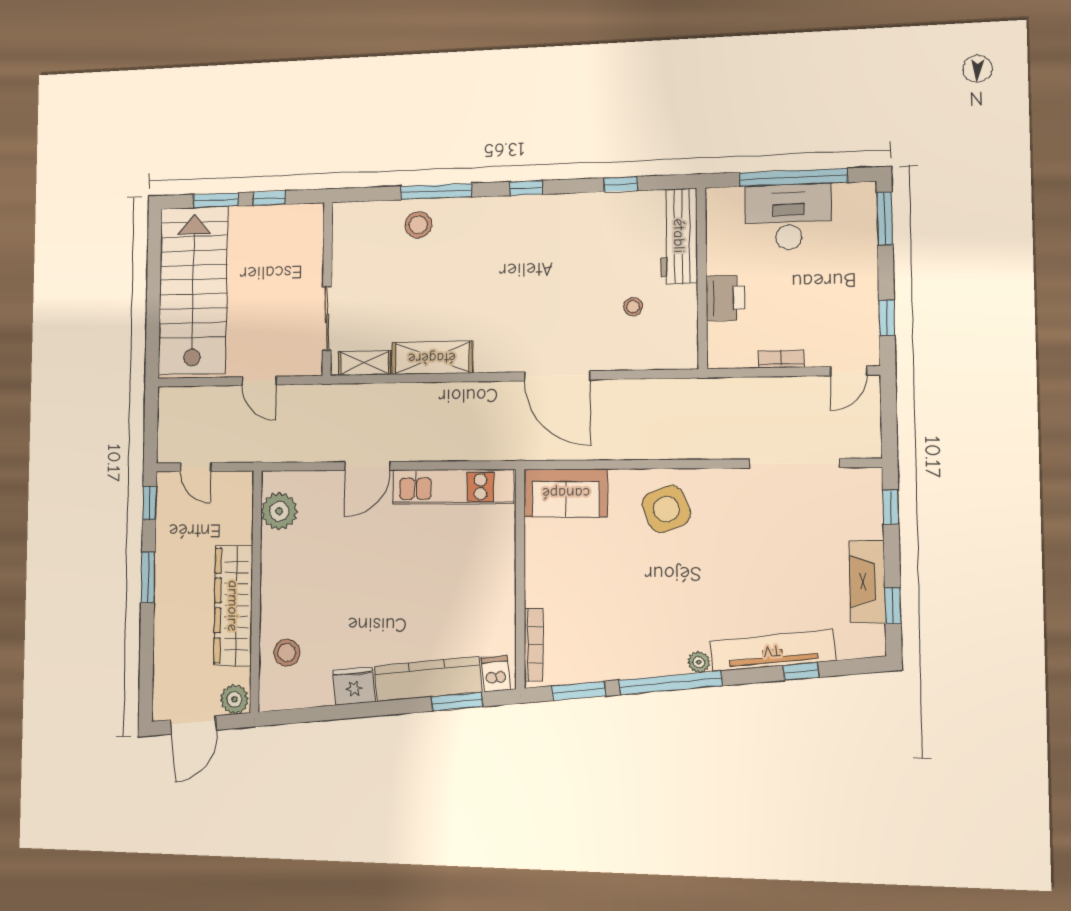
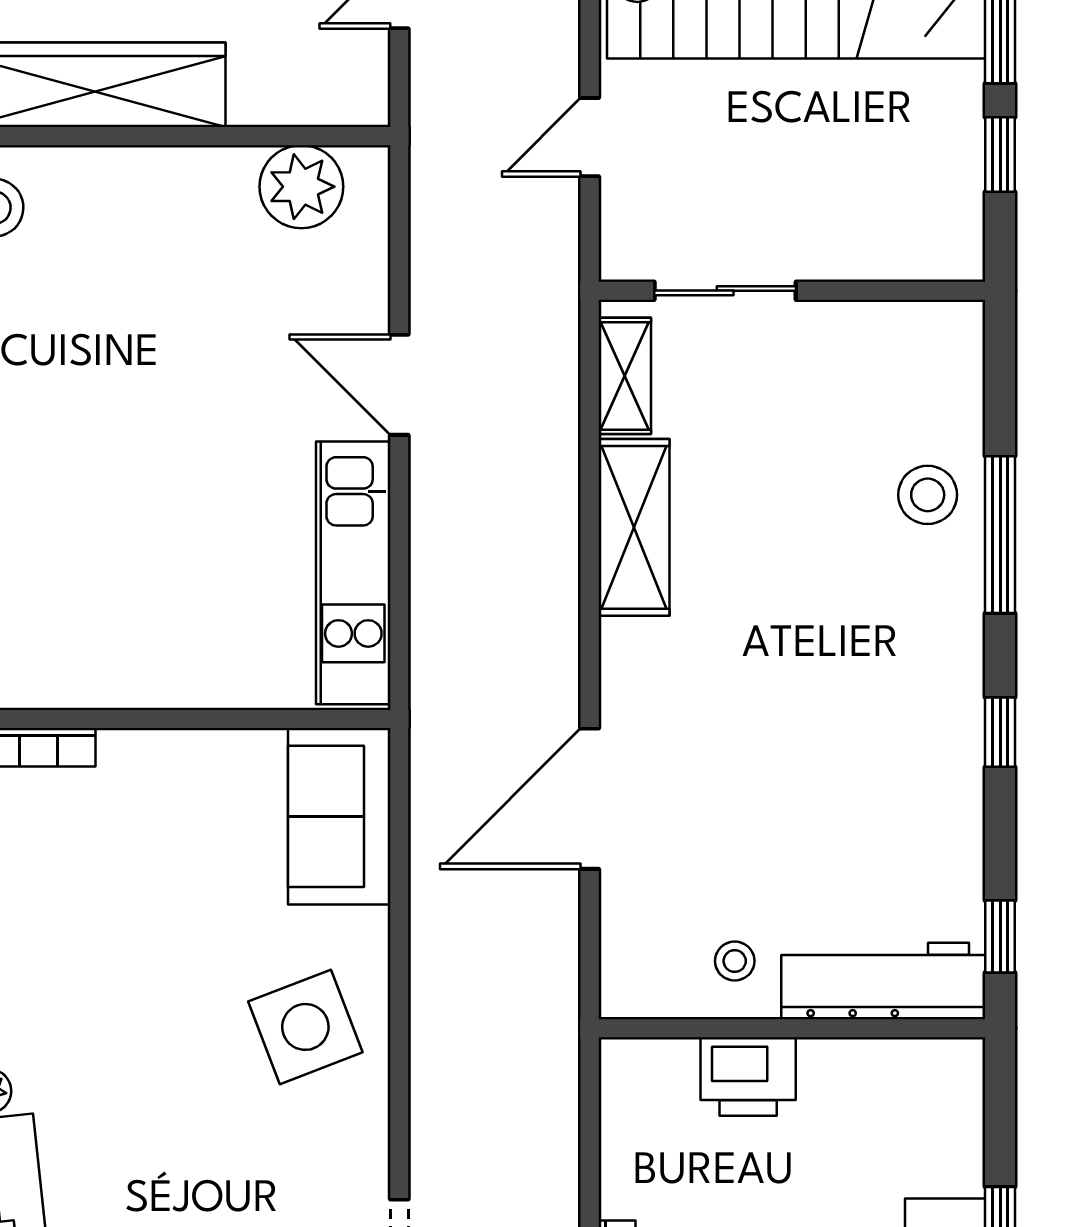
workbench: (679, 236) -> (883, 981), moved
wall: (702, 278) -> (792, 1028), moved
printer: (725, 298) -> (748, 1076), moved

